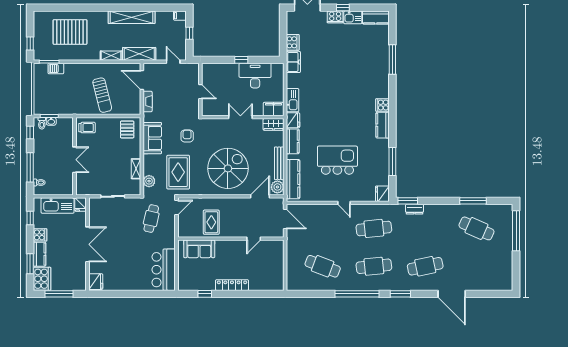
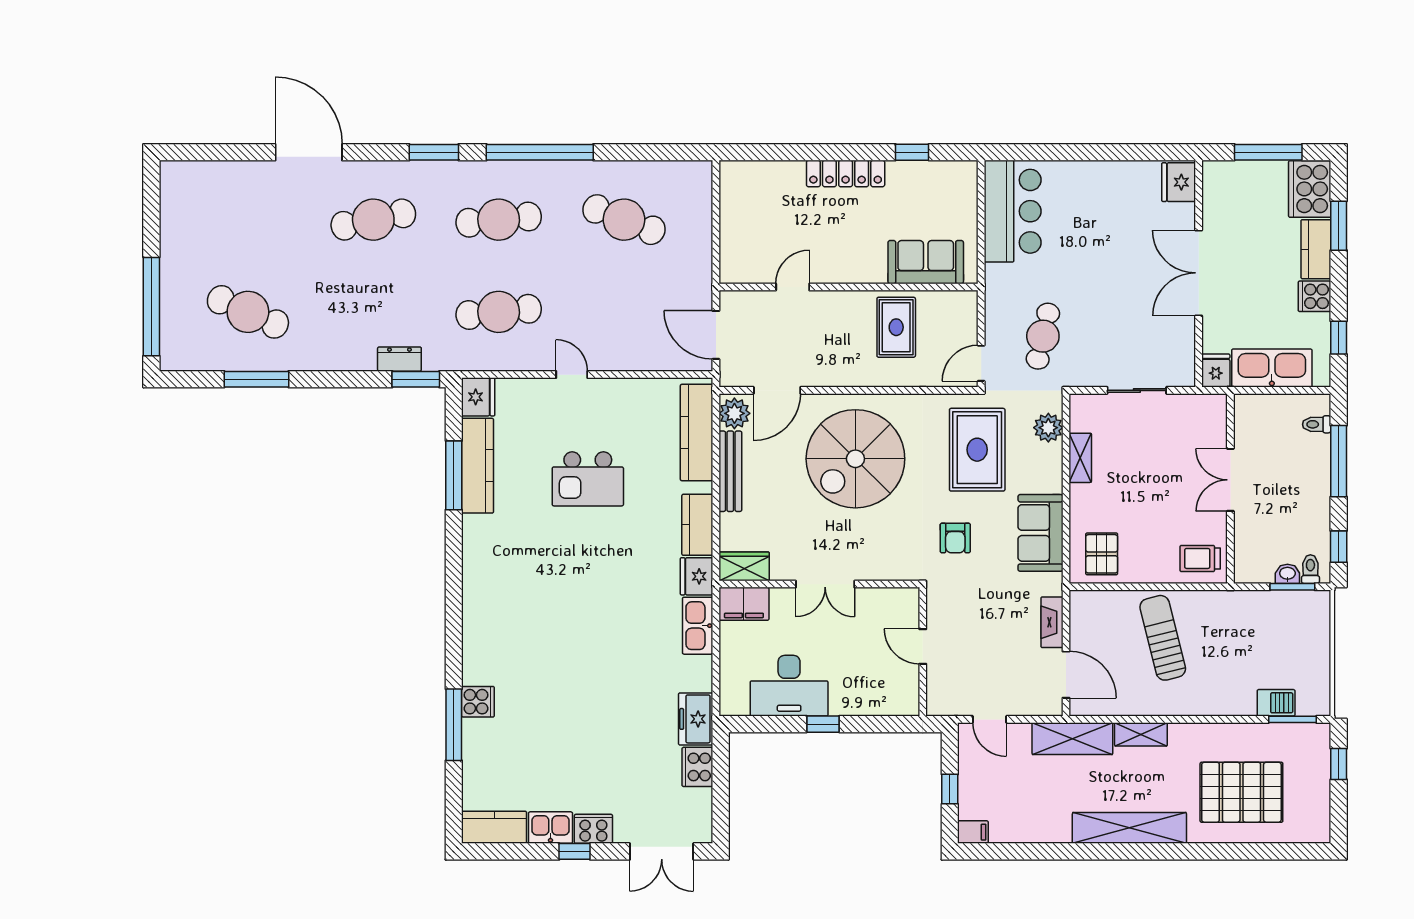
shelving: (132, 17) -> (1129, 828), moved
cooker: (382, 105) -> (478, 702), moved
kitchen counter: (383, 125) -> (478, 466), moved, width x1.50
kitchen island: (337, 160) -> (588, 479), width x0.73, depth x0.78

